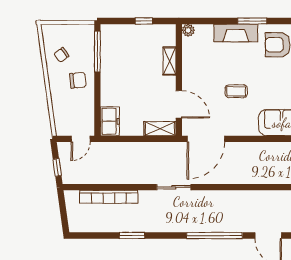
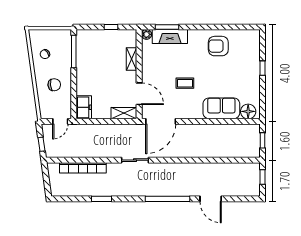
window: (252, 21) -> (167, 27), moved
fireplace: (236, 33) -> (170, 37), moved
chair: (78, 80) -> (54, 85), moved

